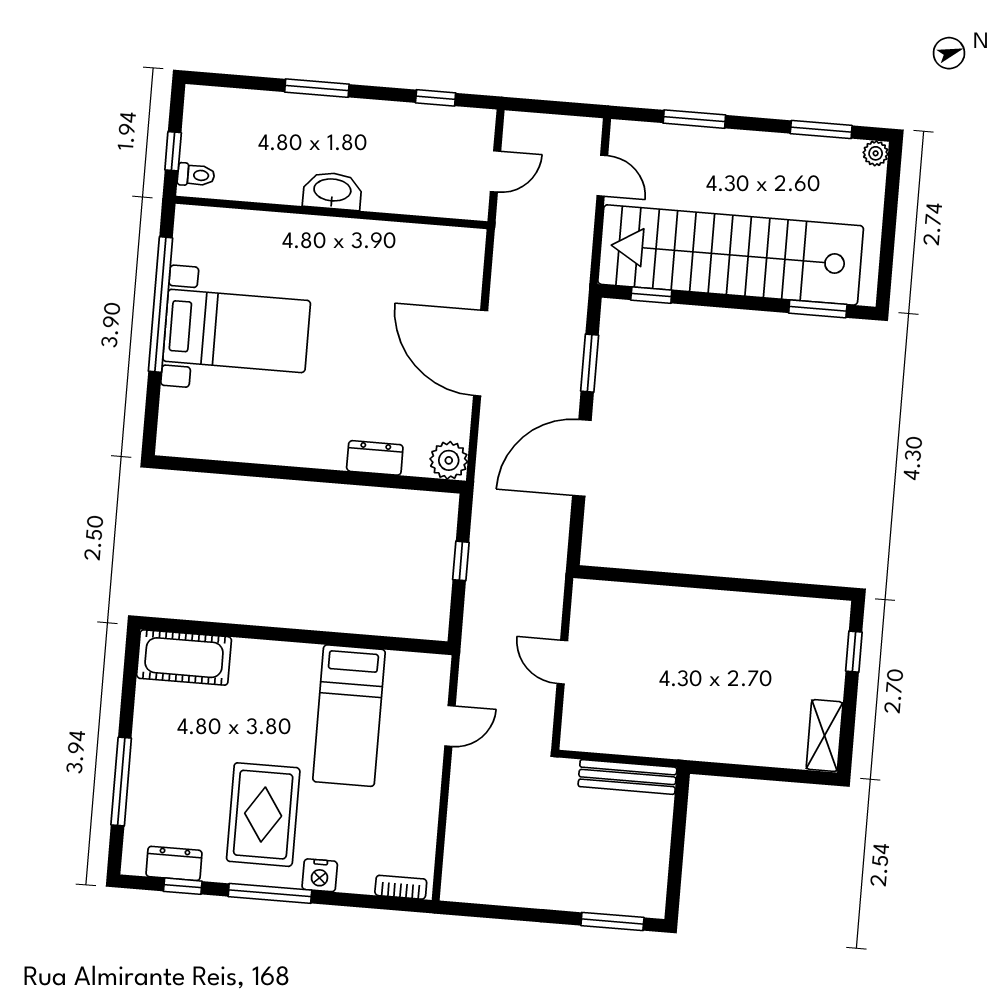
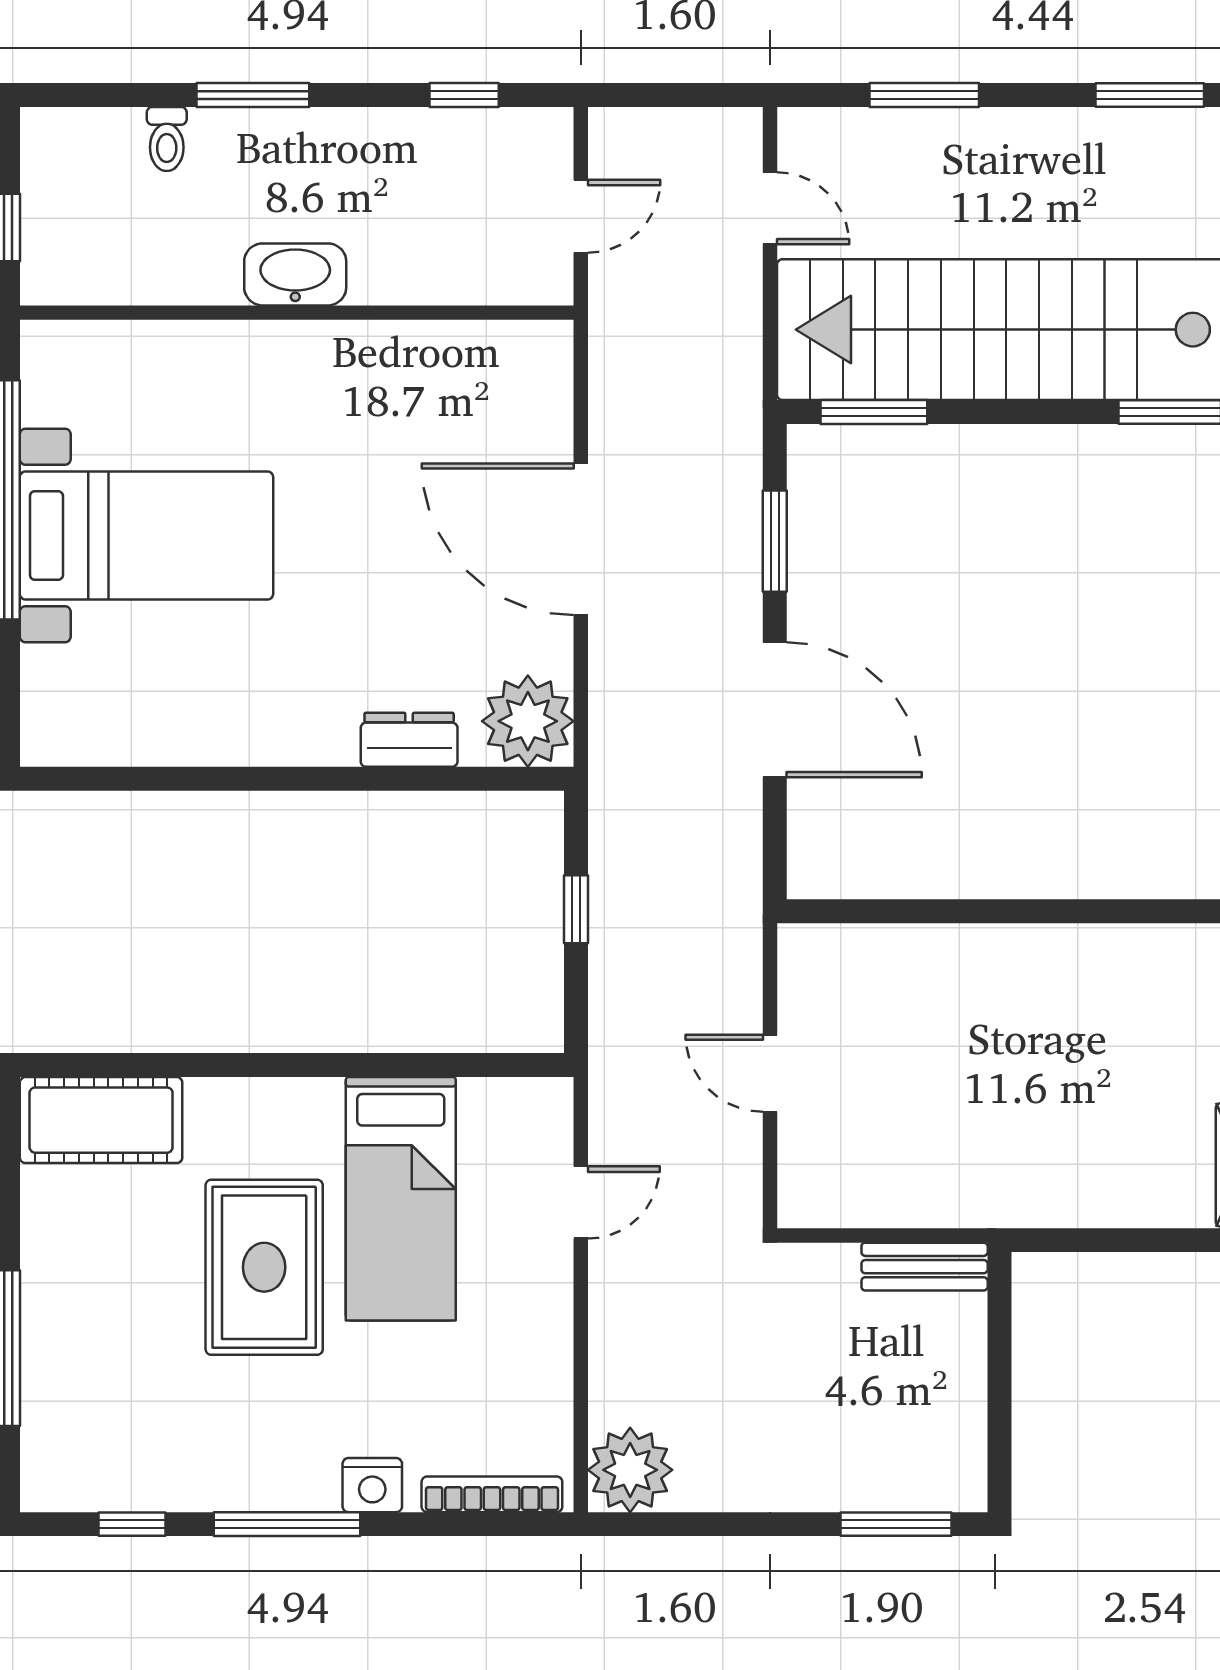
toilet: (196, 175) -> (167, 139), moved, turned 90
window: (651, 295) -> (874, 412), width x1.50
door: (582, 458) -> (775, 710), swing flipped
plant: (449, 460) -> (528, 721), width x1.36, depth x1.36
bench: (627, 777) -> (925, 1267), width x0.73
rug: (263, 815) -> (264, 1267), moved
dresser: (174, 863) -> (113, 1485), removed
plant: (465, 879) -> (630, 1470), added
bookcase: (401, 887) -> (492, 1494), width x1.56

